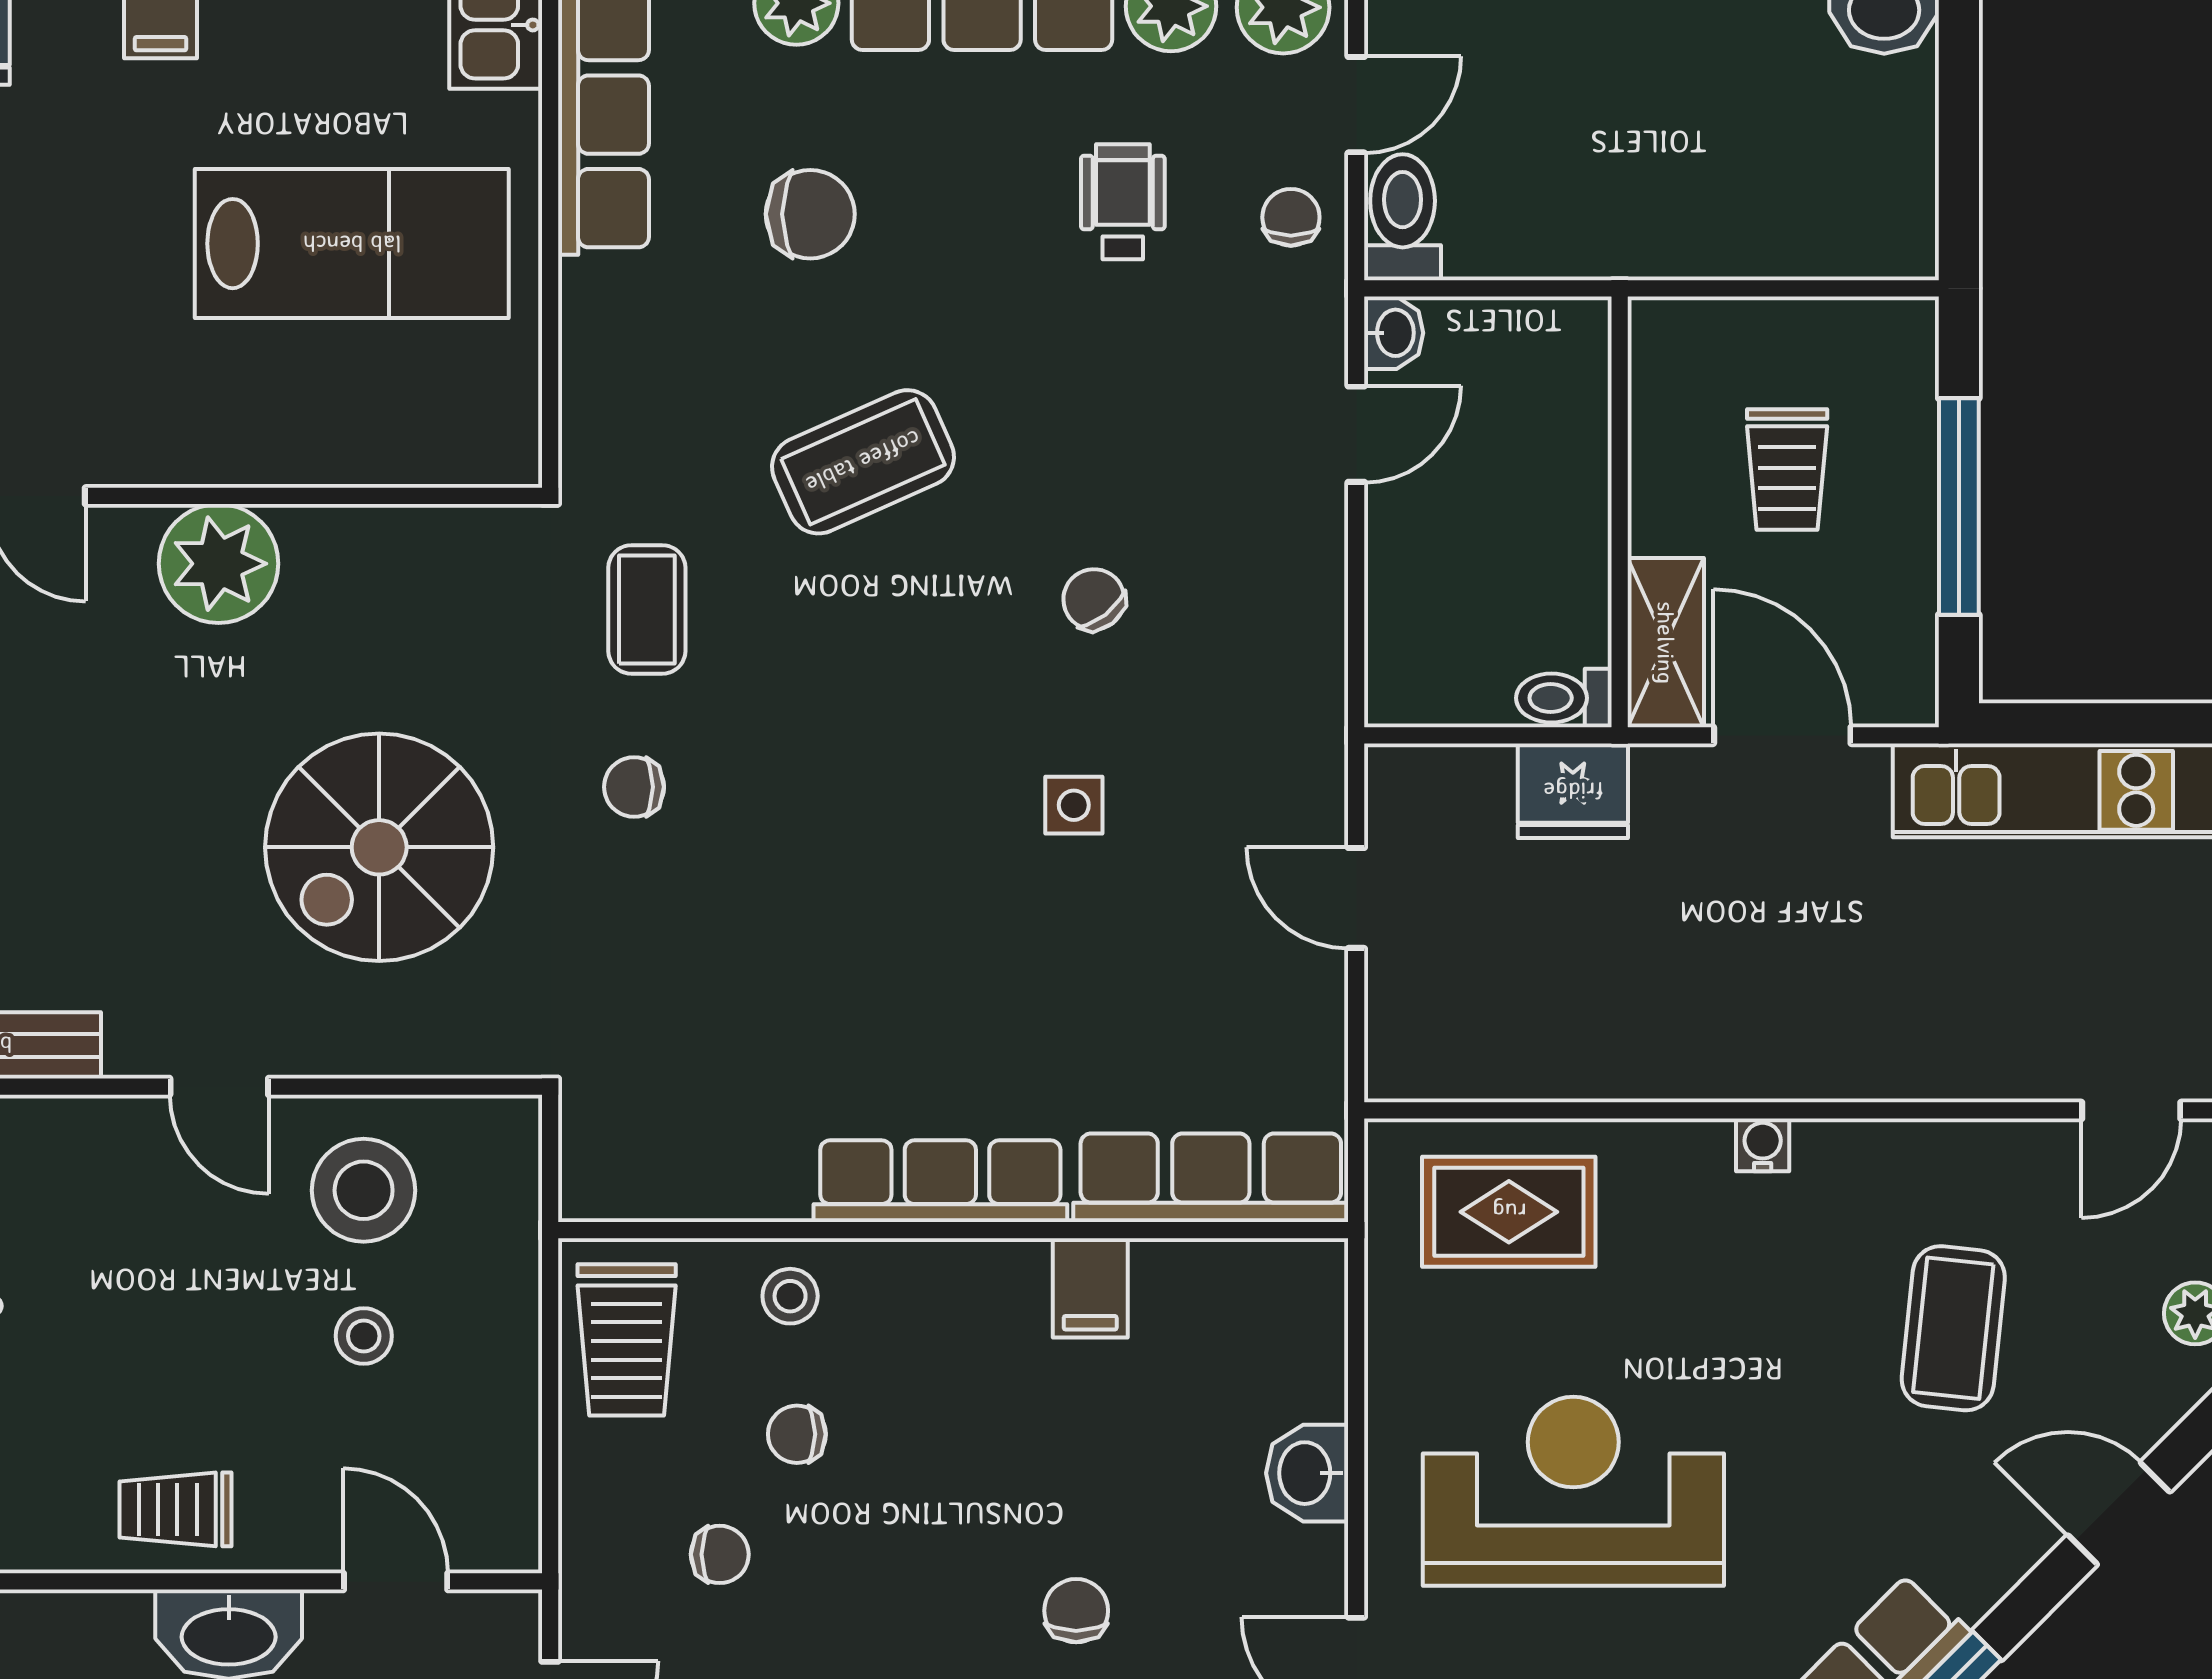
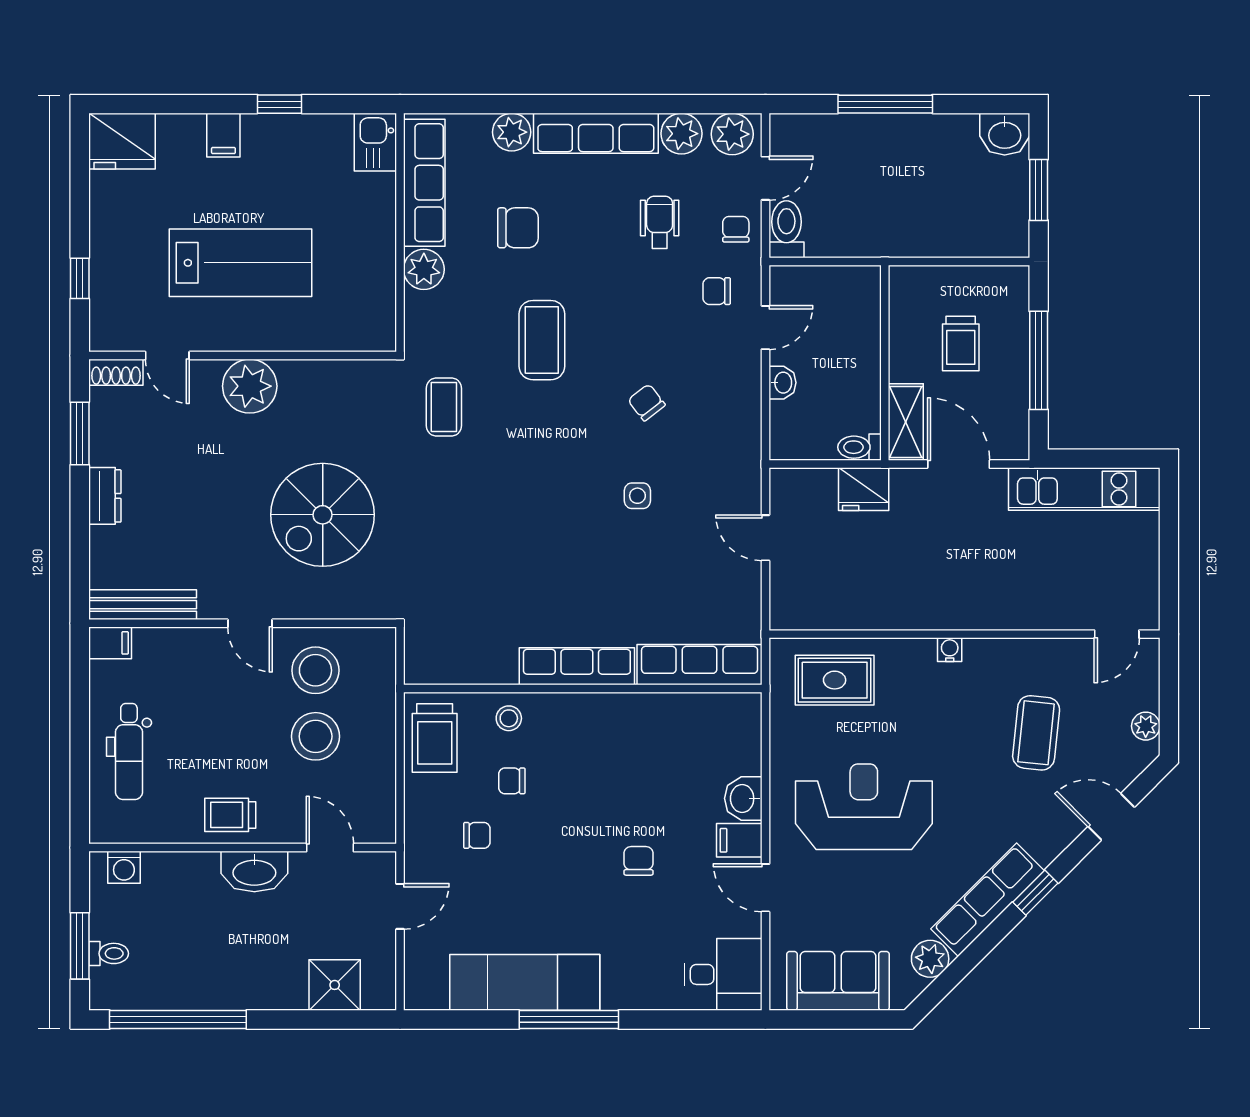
window: (1959, 131) -> (1039, 190), added
lab bench: (352, 244) -> (240, 263), moved
plant: (603, 306) -> (424, 269), added
washbasin: (1394, 333) -> (782, 383), moved
coffee table: (863, 462) -> (542, 340), turned -66
chair: (634, 787) -> (717, 291), moved
filing cabinet: (1090, 1288) -> (739, 840), moved, turned 90
stool: (364, 1336) -> (316, 736), width x1.89, depth x1.89

